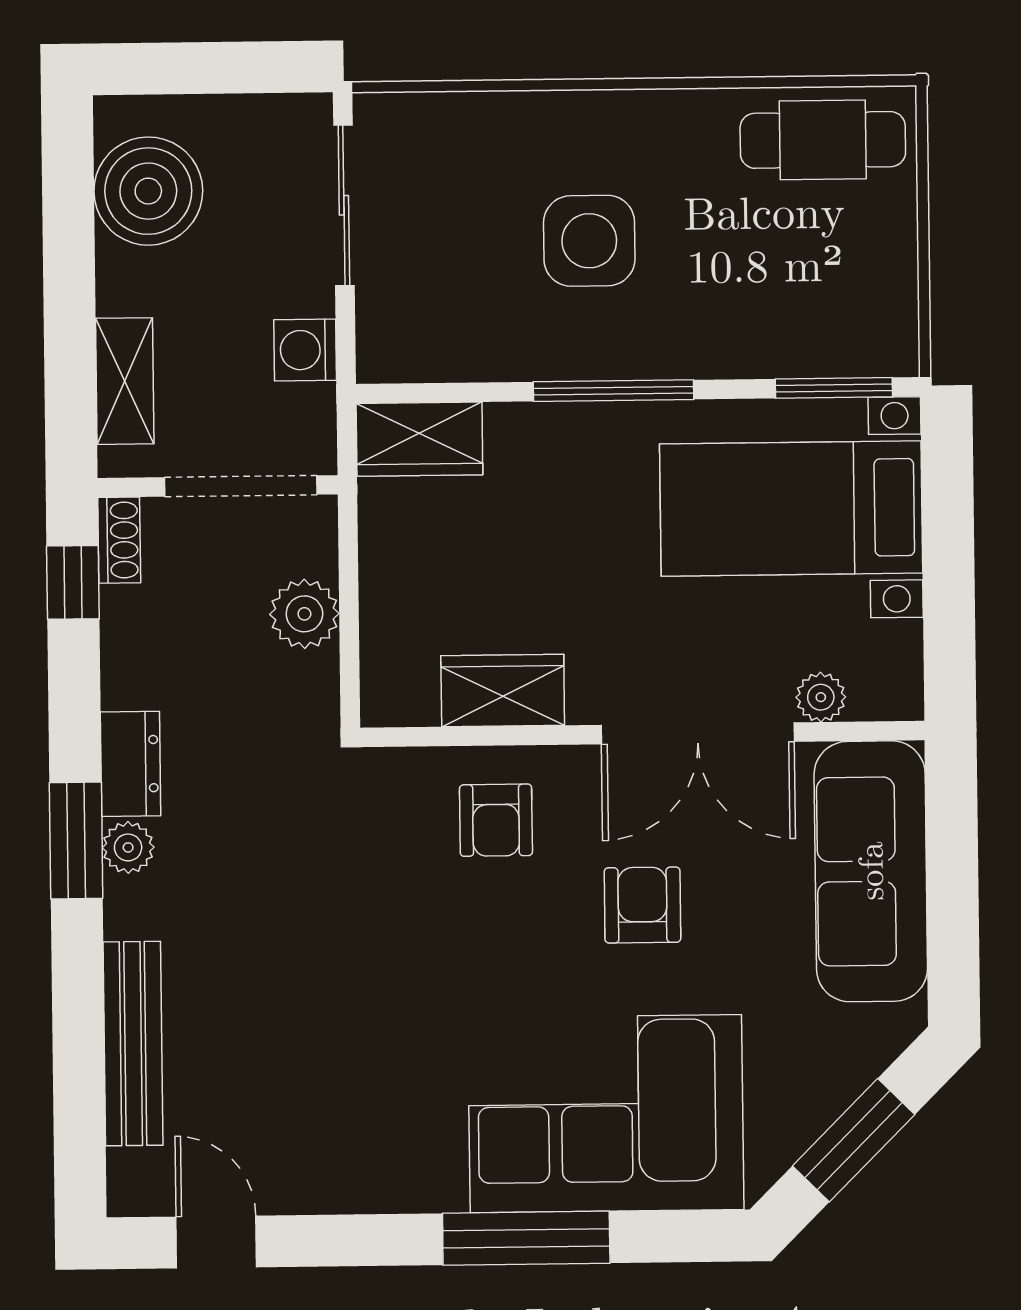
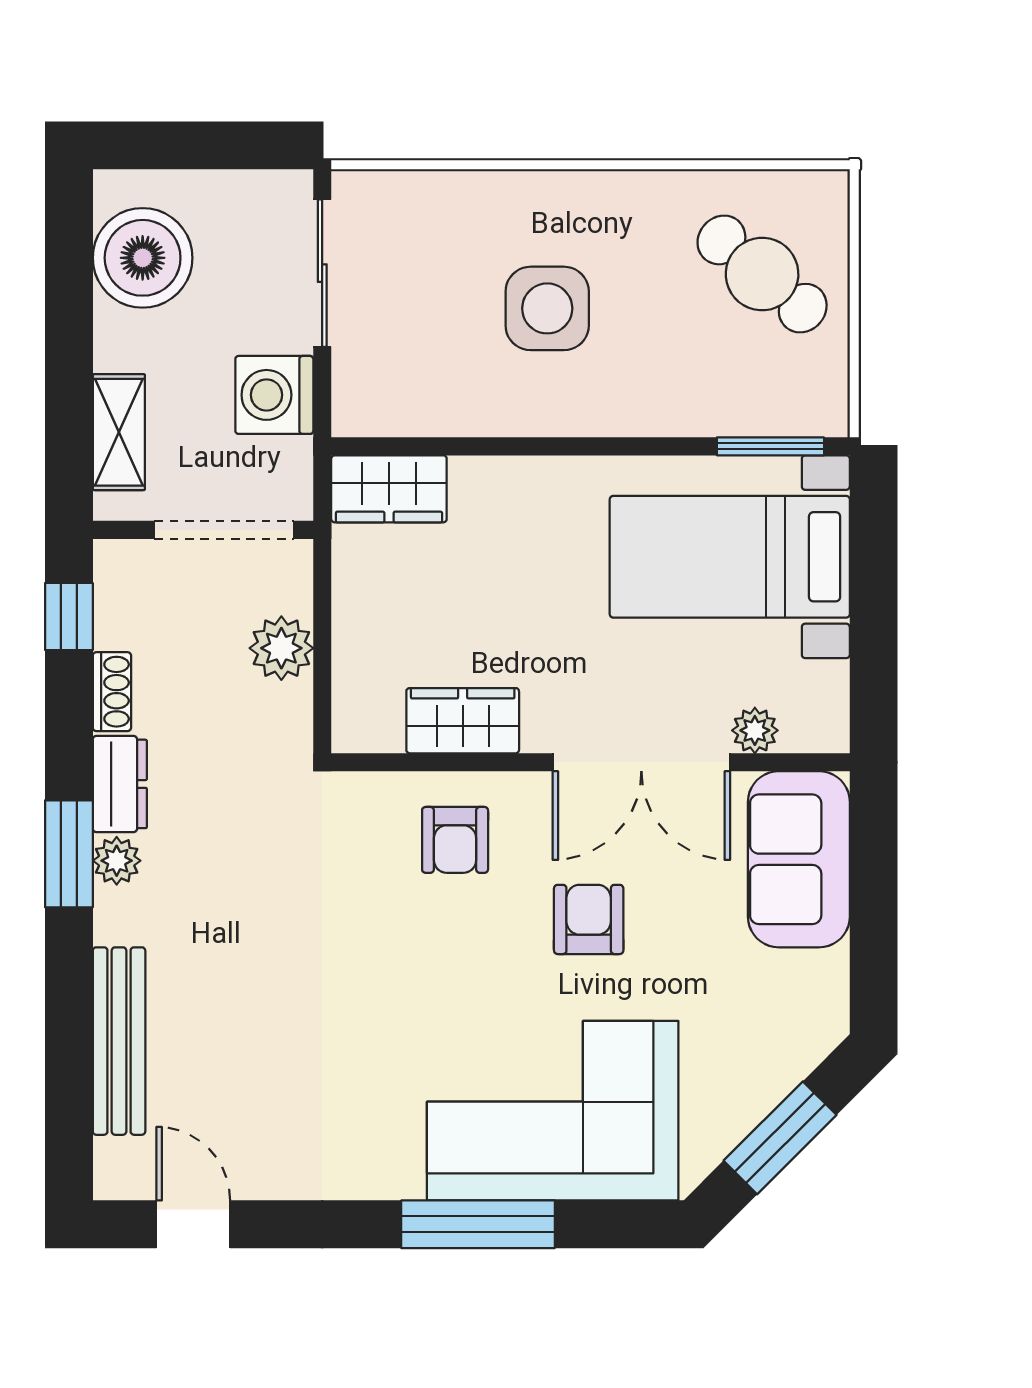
cafe table: (823, 140) -> (762, 274), moved, turned 40
washing machine: (305, 350) -> (274, 395), width x1.38, depth x1.38
window: (614, 391) -> (568, 446), removed
shoe rack: (119, 540) -> (112, 692), moved
sofa: (871, 871) -> (799, 859), width x0.73

